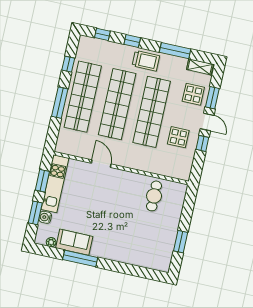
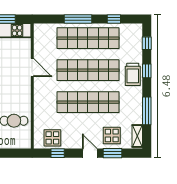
trolley: (146, 61) -> (133, 74), moved
door: (207, 122) -> (90, 153), swing flipped
display table: (178, 137) -> (52, 138), moved
window: (202, 143) -> (58, 153), moved
door: (101, 164) -> (32, 68), hinge flipped

